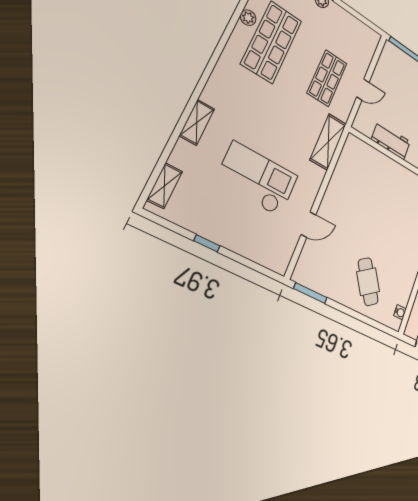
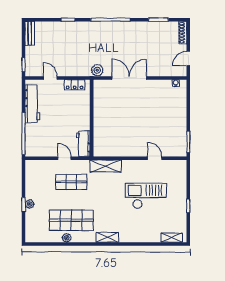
shelving: (197, 122) -> (107, 237), moved
workbench: (391, 141) -> (83, 144), moved
checkout: (257, 179) -> (146, 196), turned 90
cafe table: (368, 282) -> (168, 110), removed

